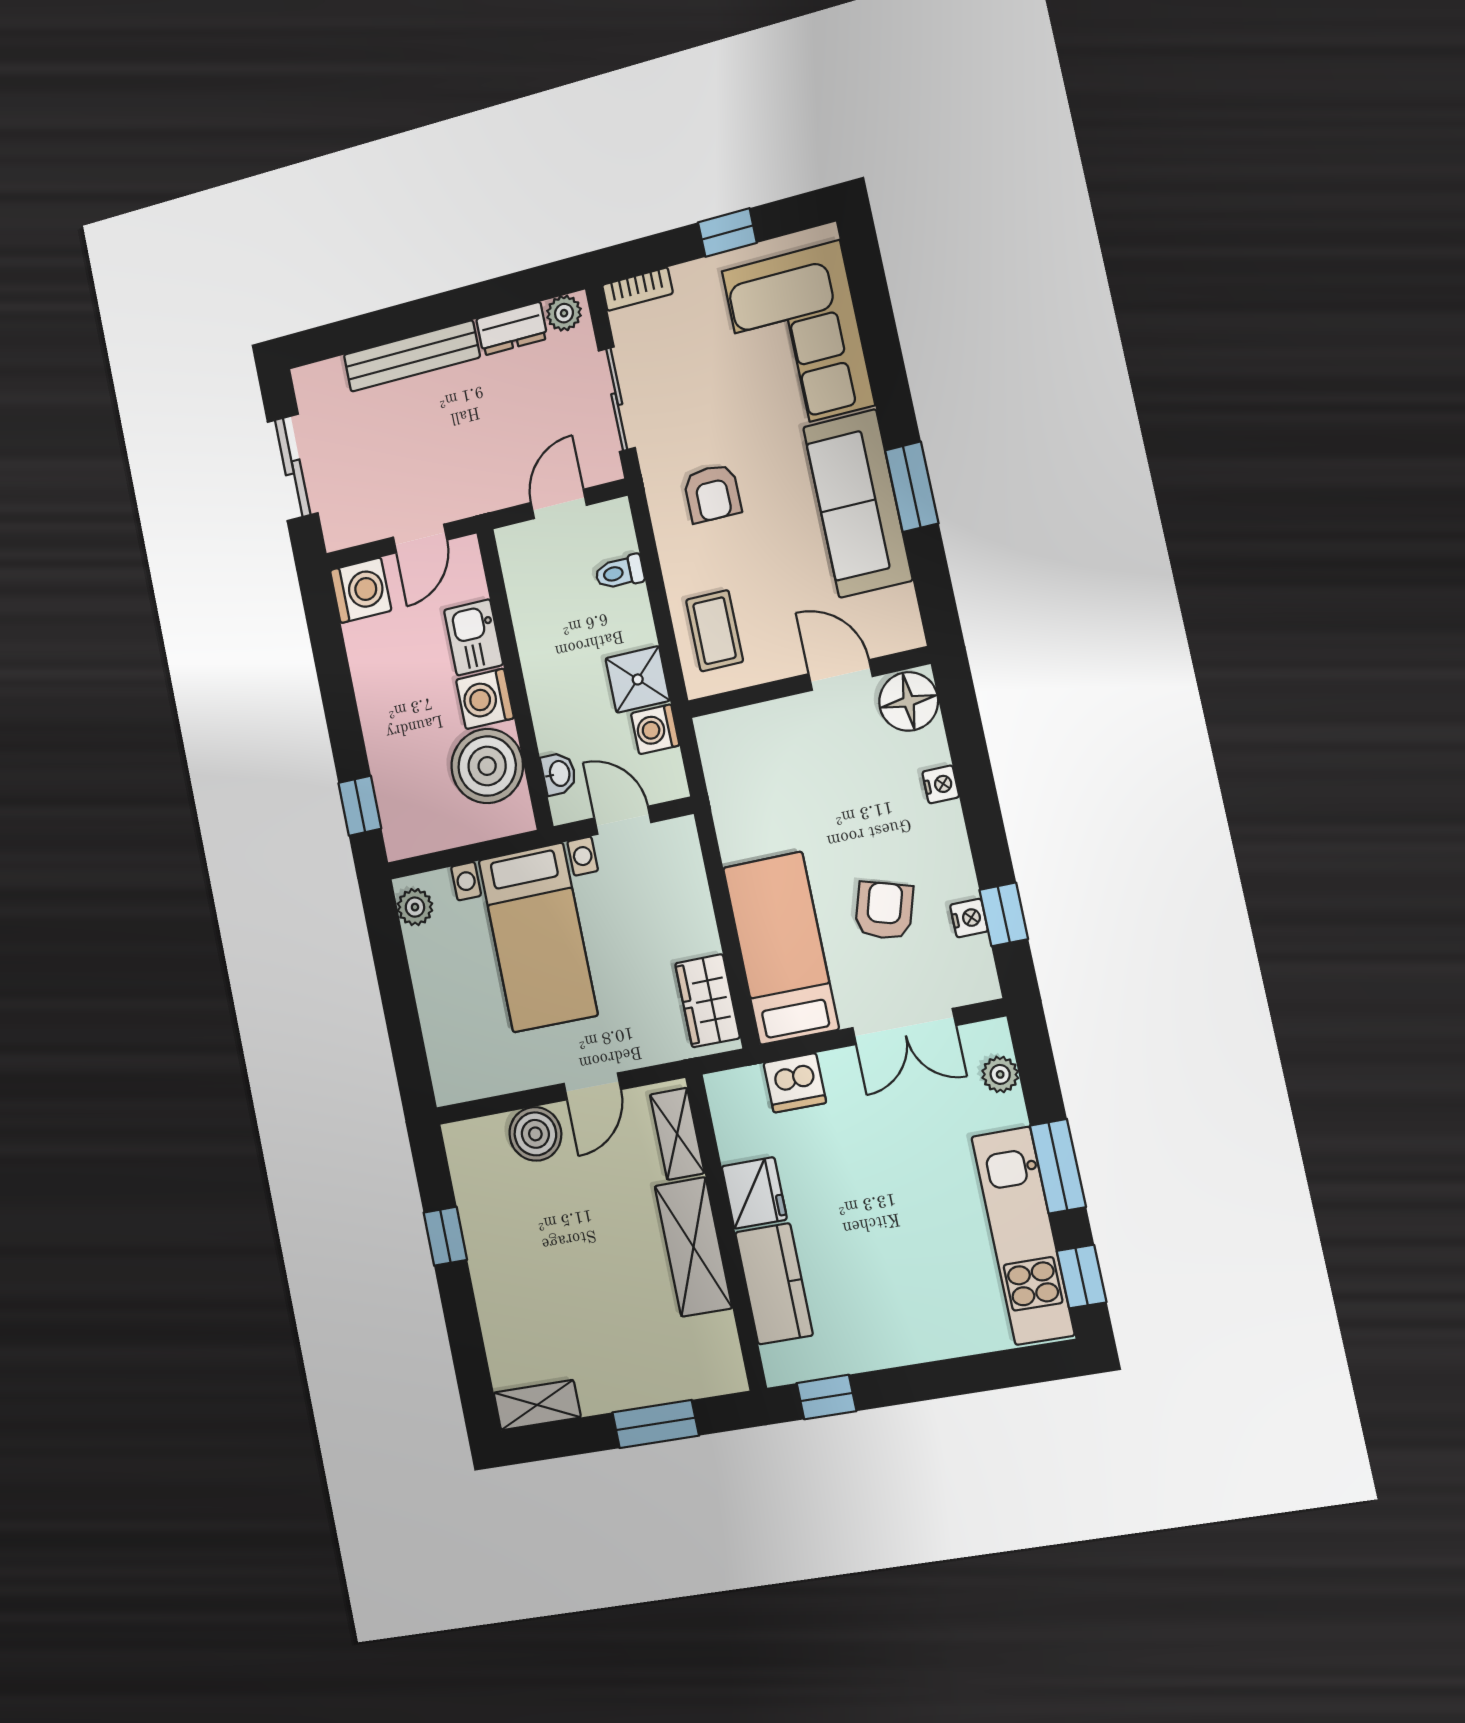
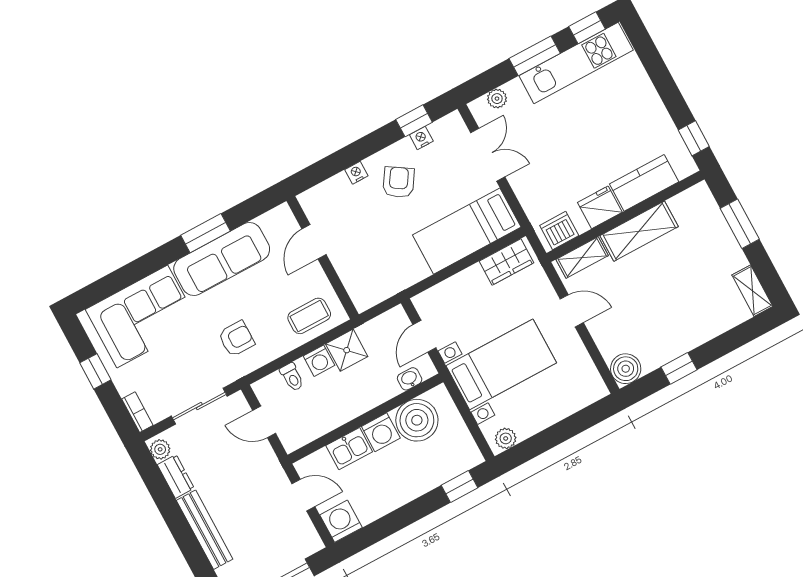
floor lamp: (909, 701) -> (318, 202), removed
washing machine: (655, 729) -> (319, 361), moved
armchair: (884, 911) -> (399, 182), moved, turned 106
dishwasher: (795, 1083) -> (559, 231), moved, turned -90
boiler: (535, 1134) -> (626, 369), moved

